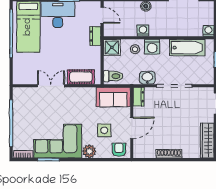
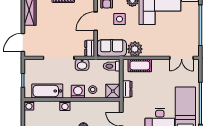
washing machine: (143, 31) -> (65, 106), moved
dresser: (95, 36) -> (127, 89), moved
double door: (51, 86) -> (182, 58), moved
plant: (87, 96) -> (135, 49), added

